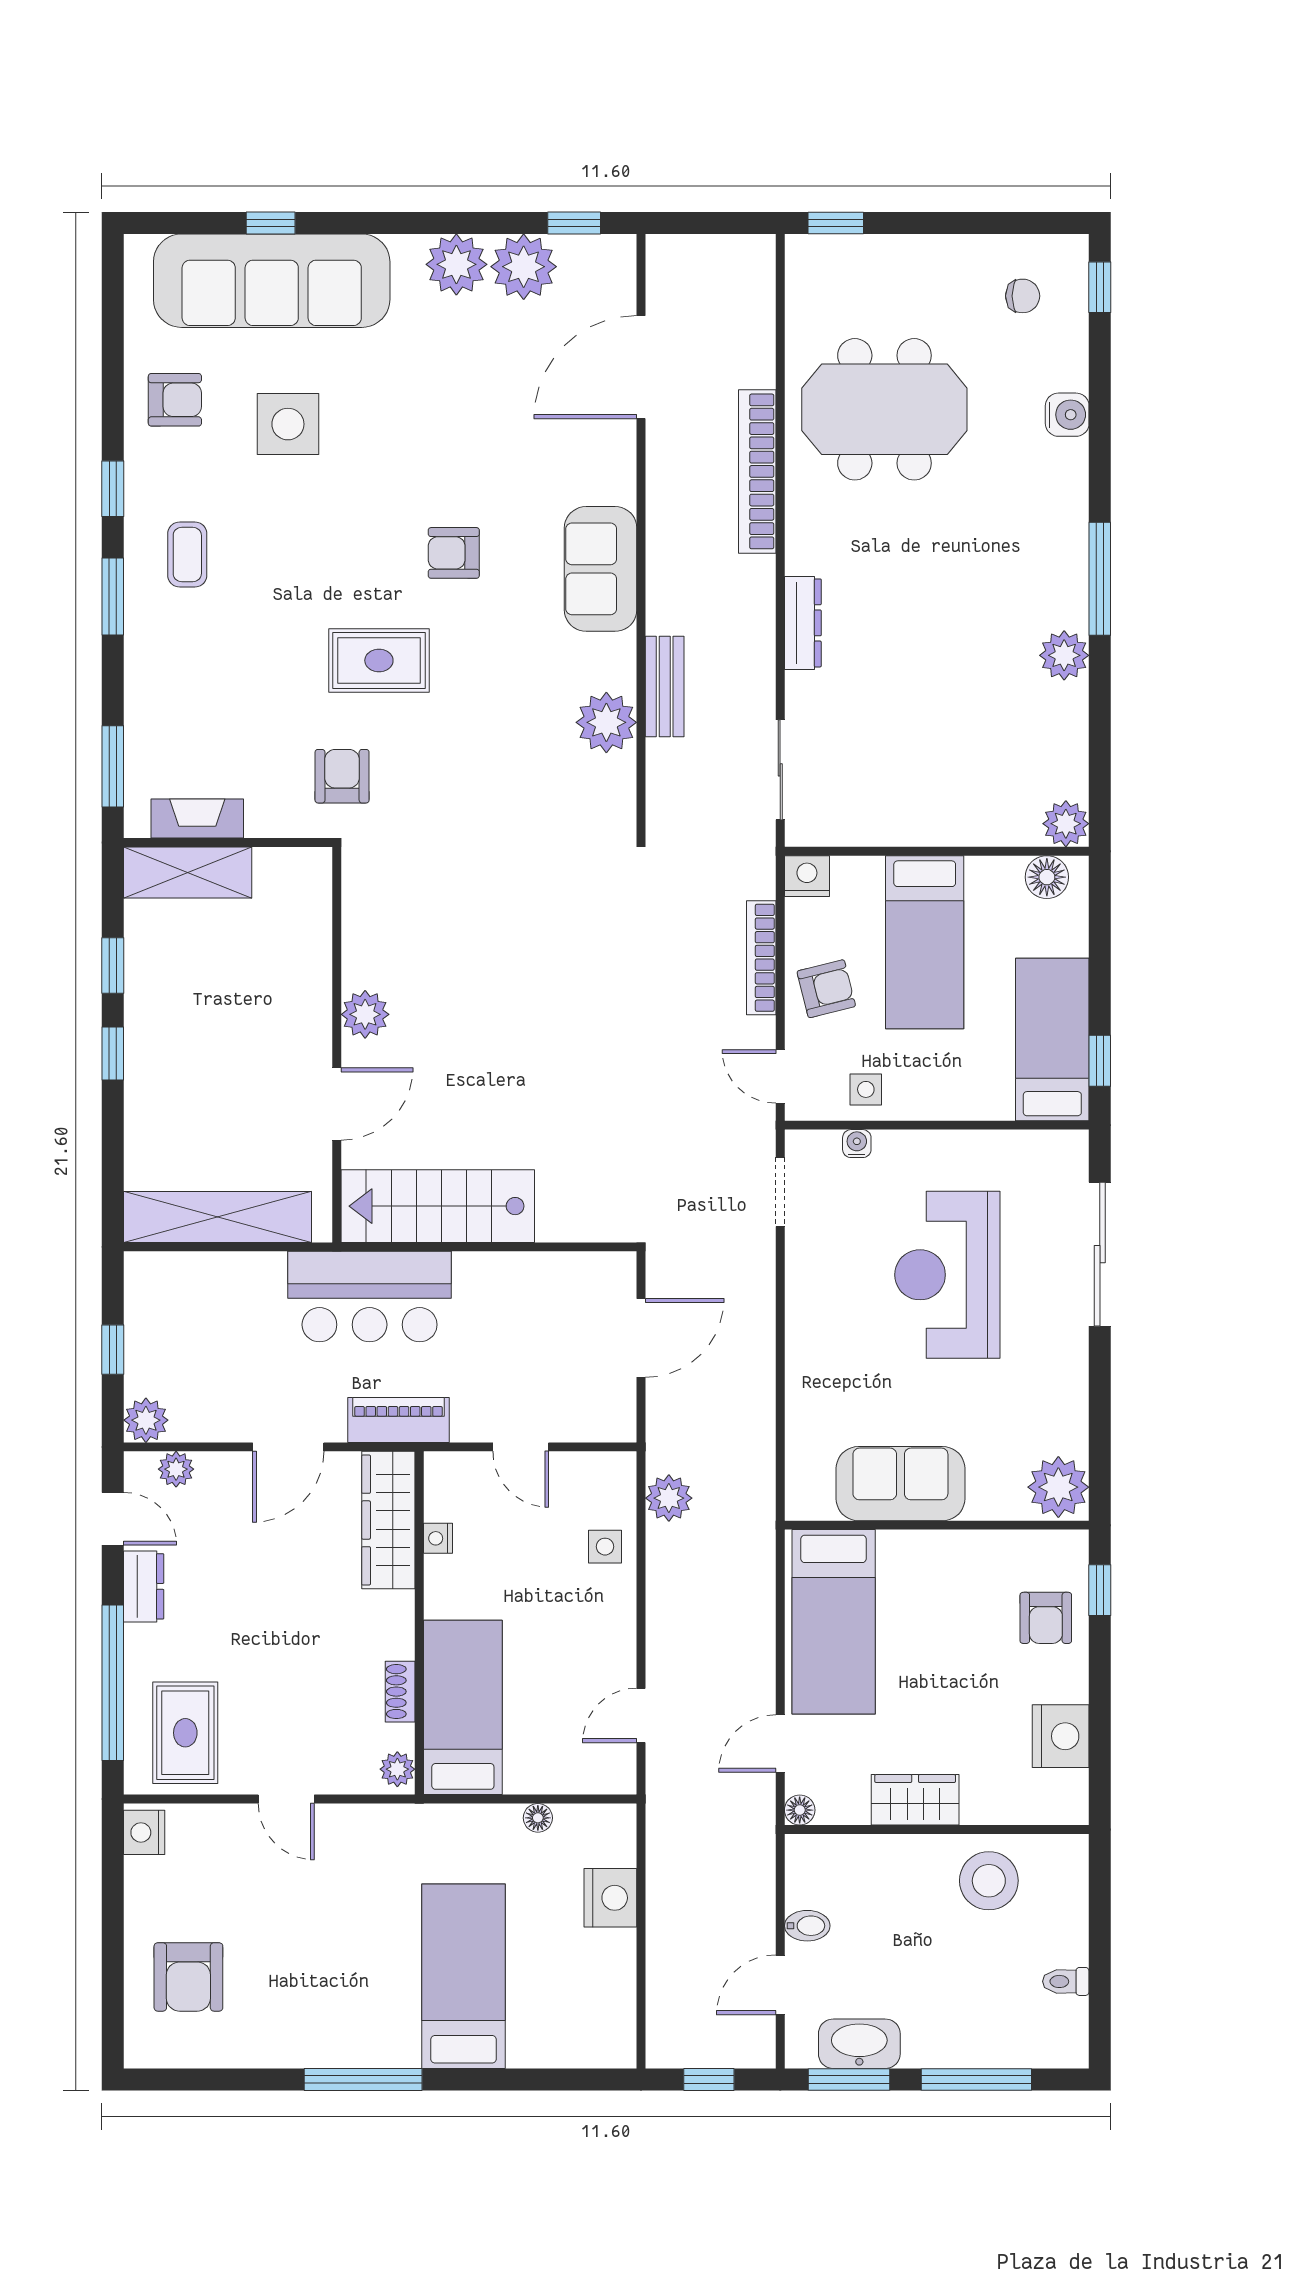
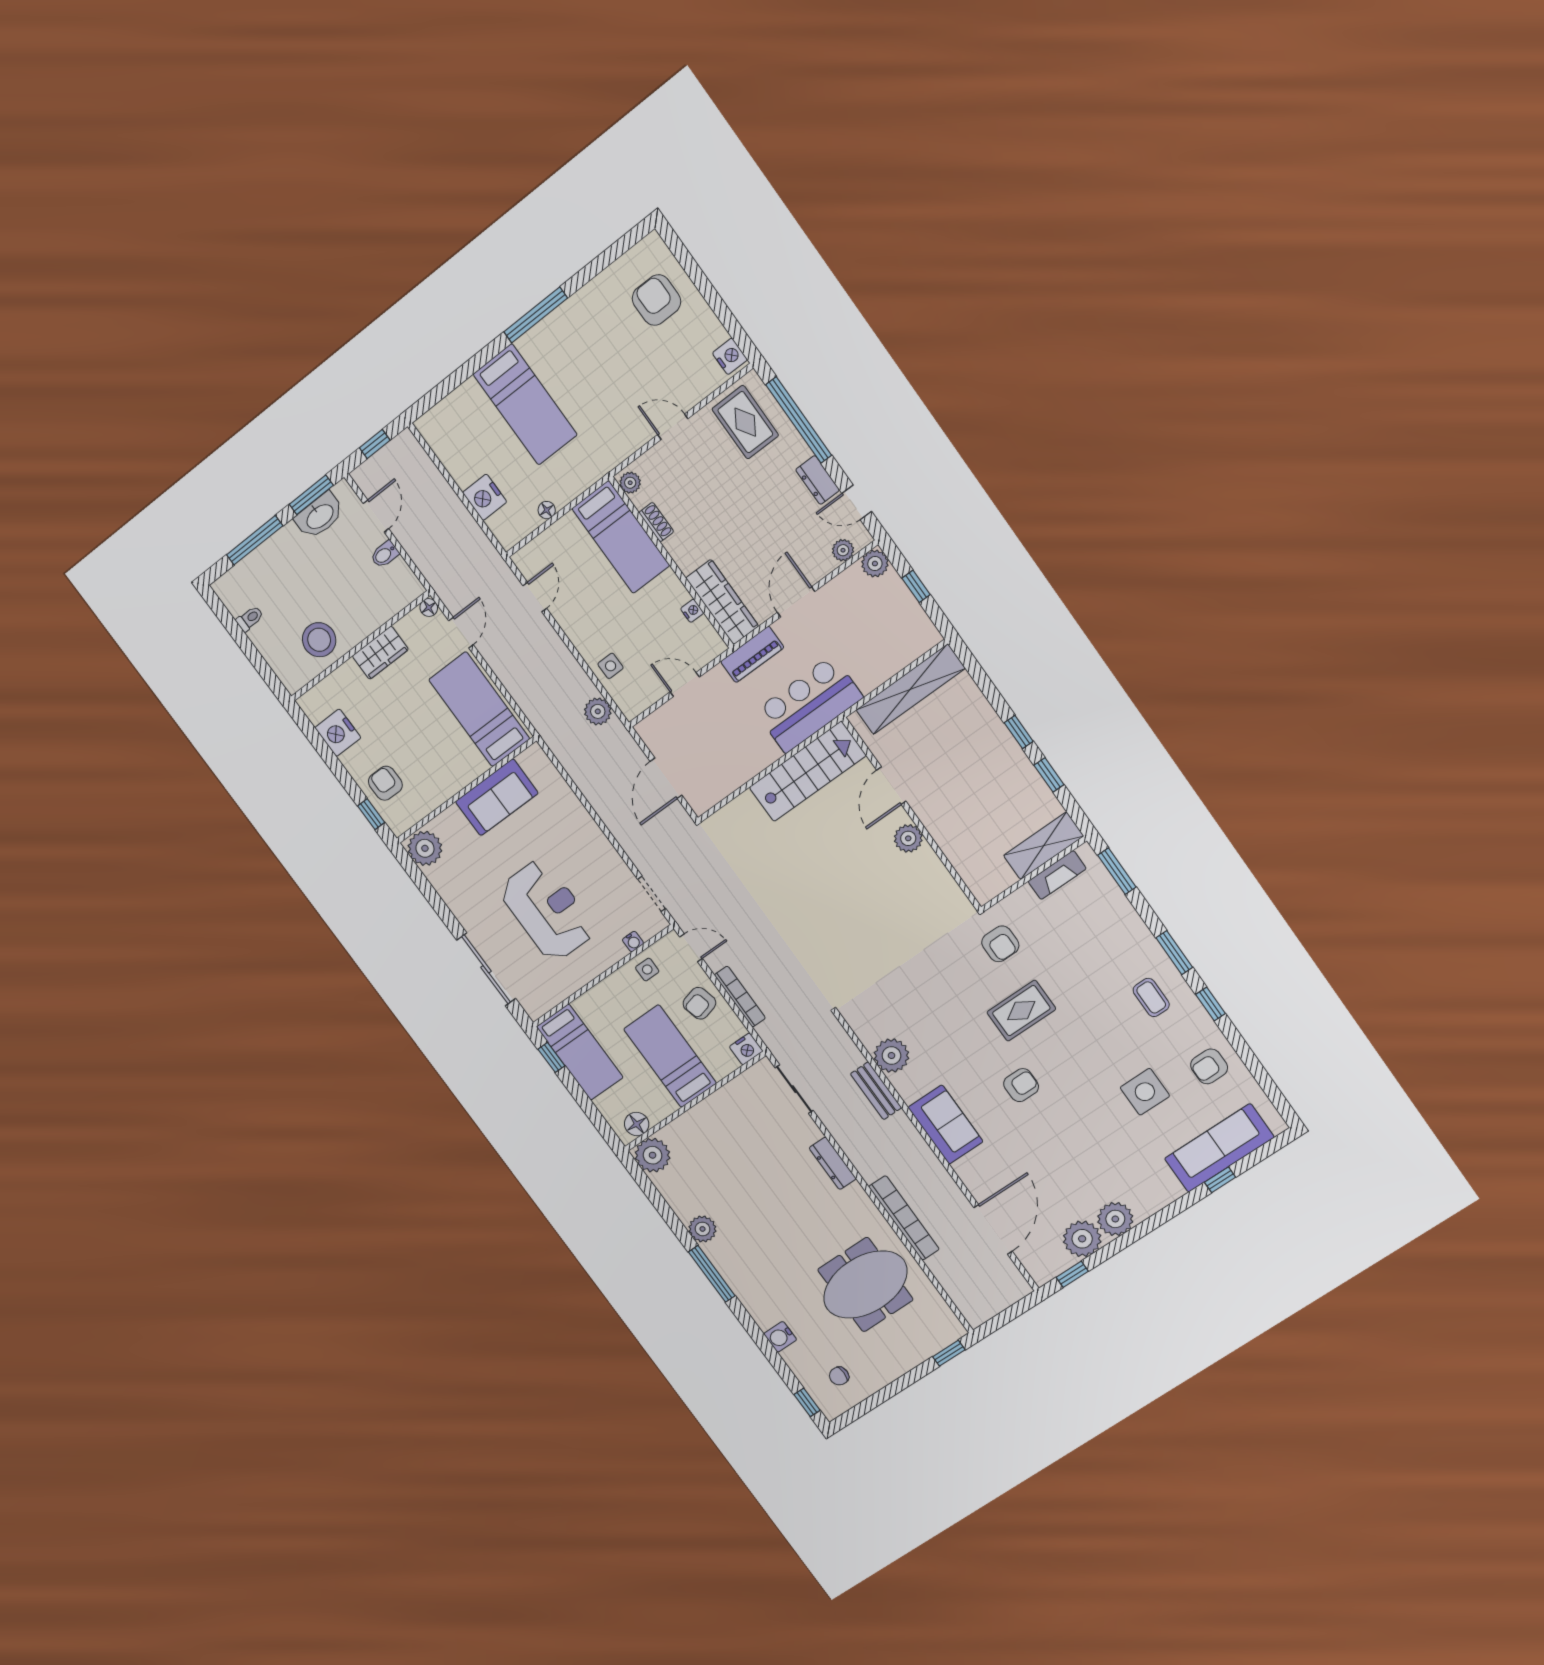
sofa: (272, 281) -> (1219, 1148), width x0.74, depth x0.79
plant: (1066, 824) -> (653, 1155), width x1.36, depth x1.36

